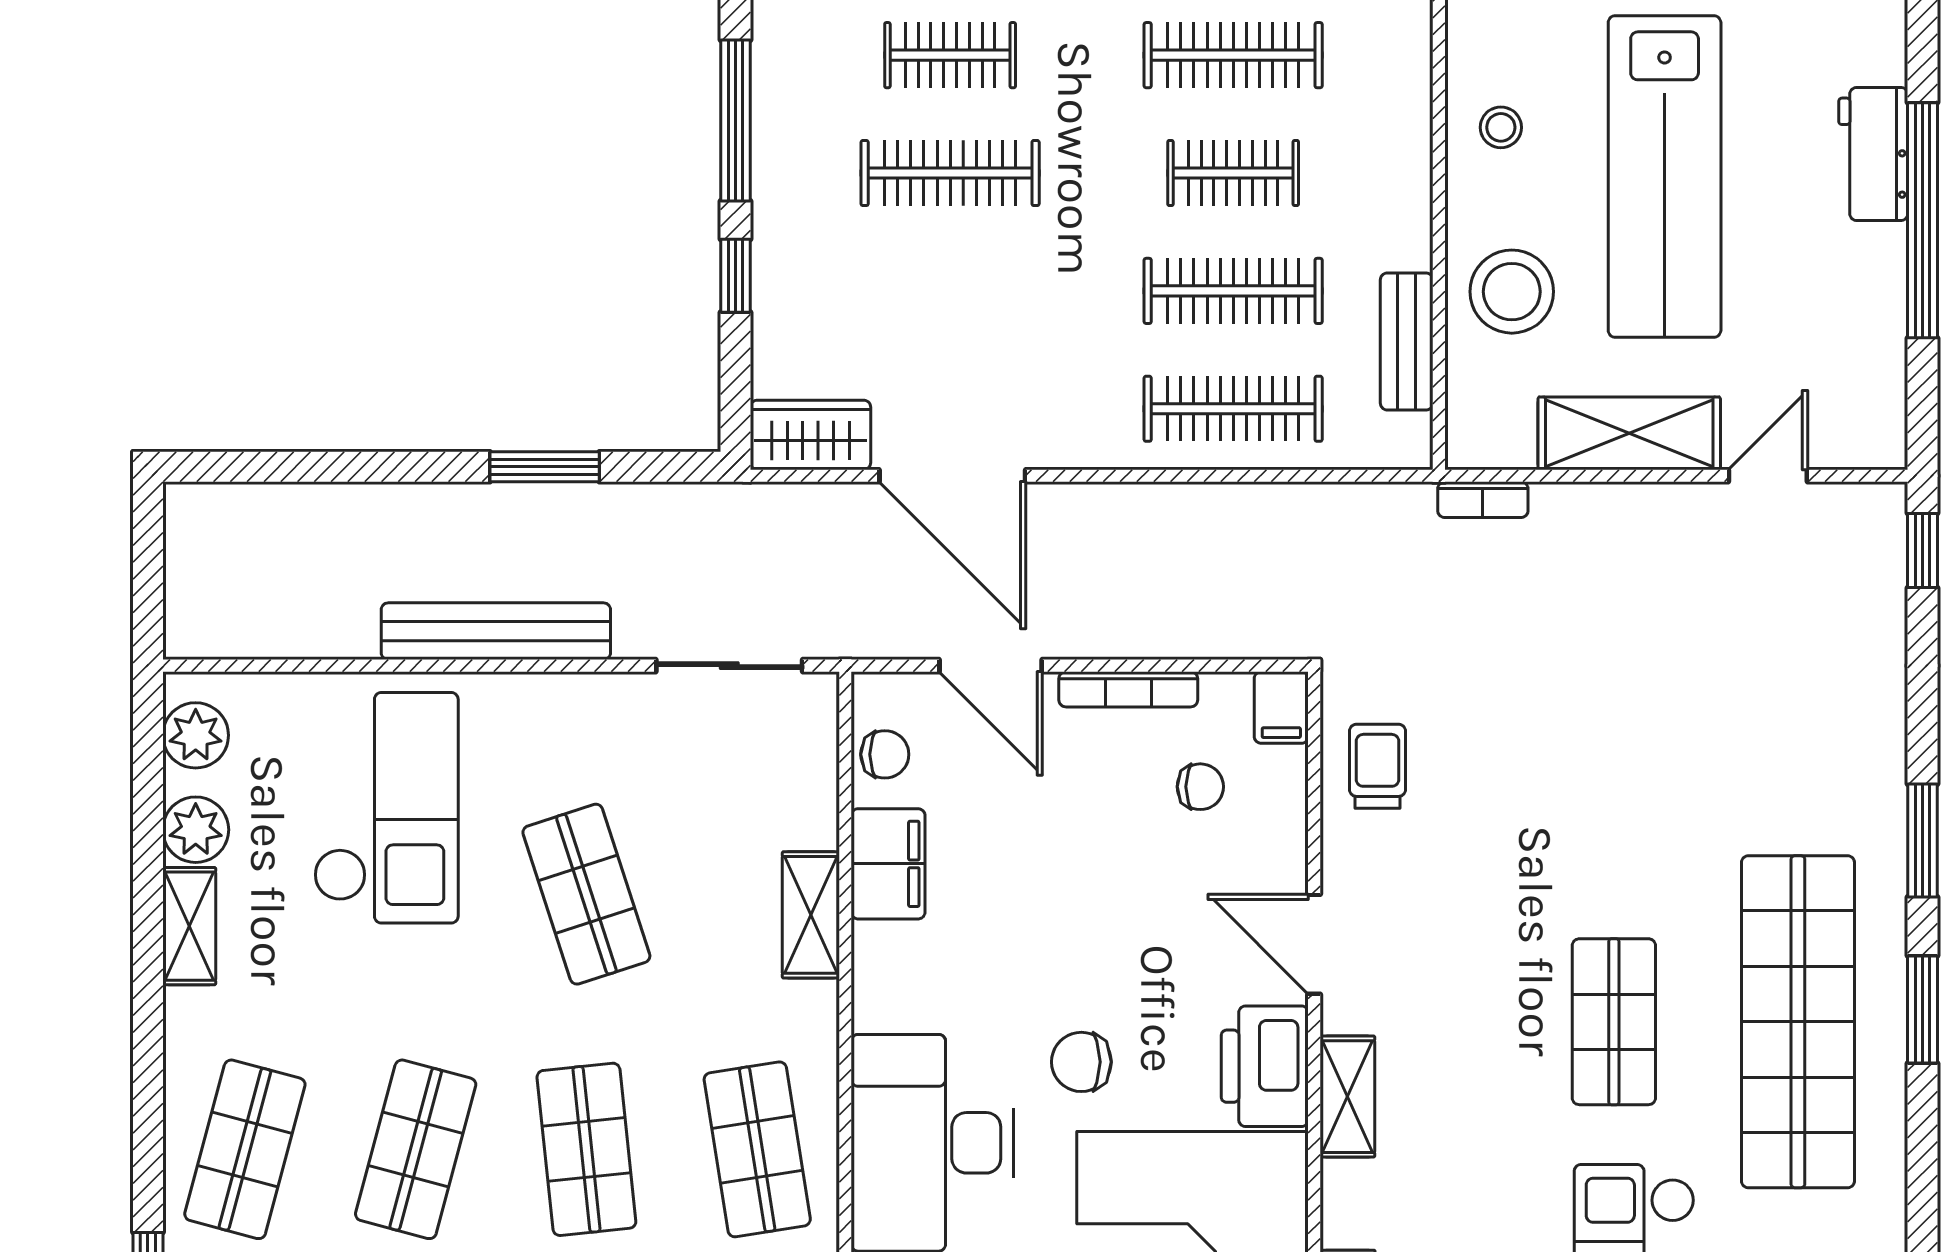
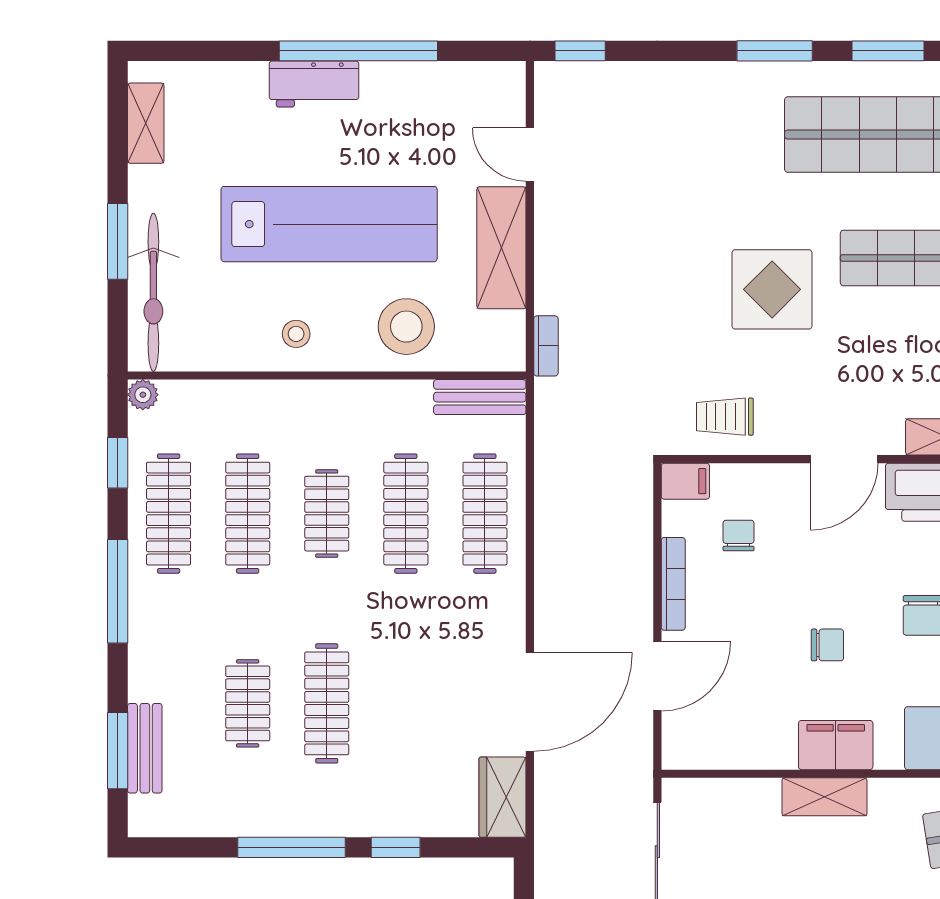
bench: (1407, 341) -> (480, 397), moved
chair: (885, 754) -> (827, 645), moved, turned 90
display table: (1567, 837) -> (772, 289), added
filing cabinet: (888, 864) -> (836, 745), moved

